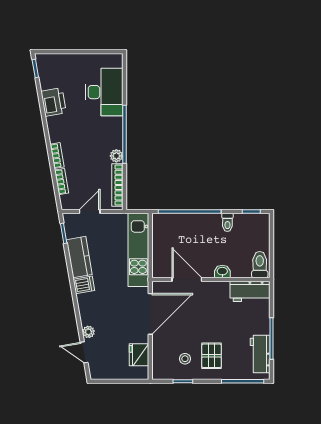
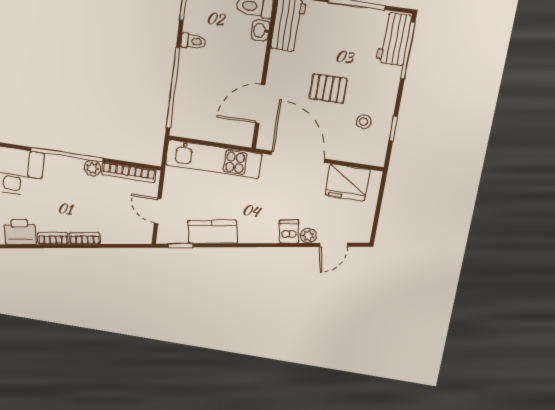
bookcase: (62, 182) -> (53, 238), moved
washbasin: (222, 272) -> (261, 30), moved
dishwasher: (84, 285) -> (289, 232), moved
workbench: (260, 354) -> (394, 39), moved, turned 90
fridge: (139, 355) -> (348, 183), width x1.36, depth x1.34
pallet: (212, 356) -> (328, 89), moved

